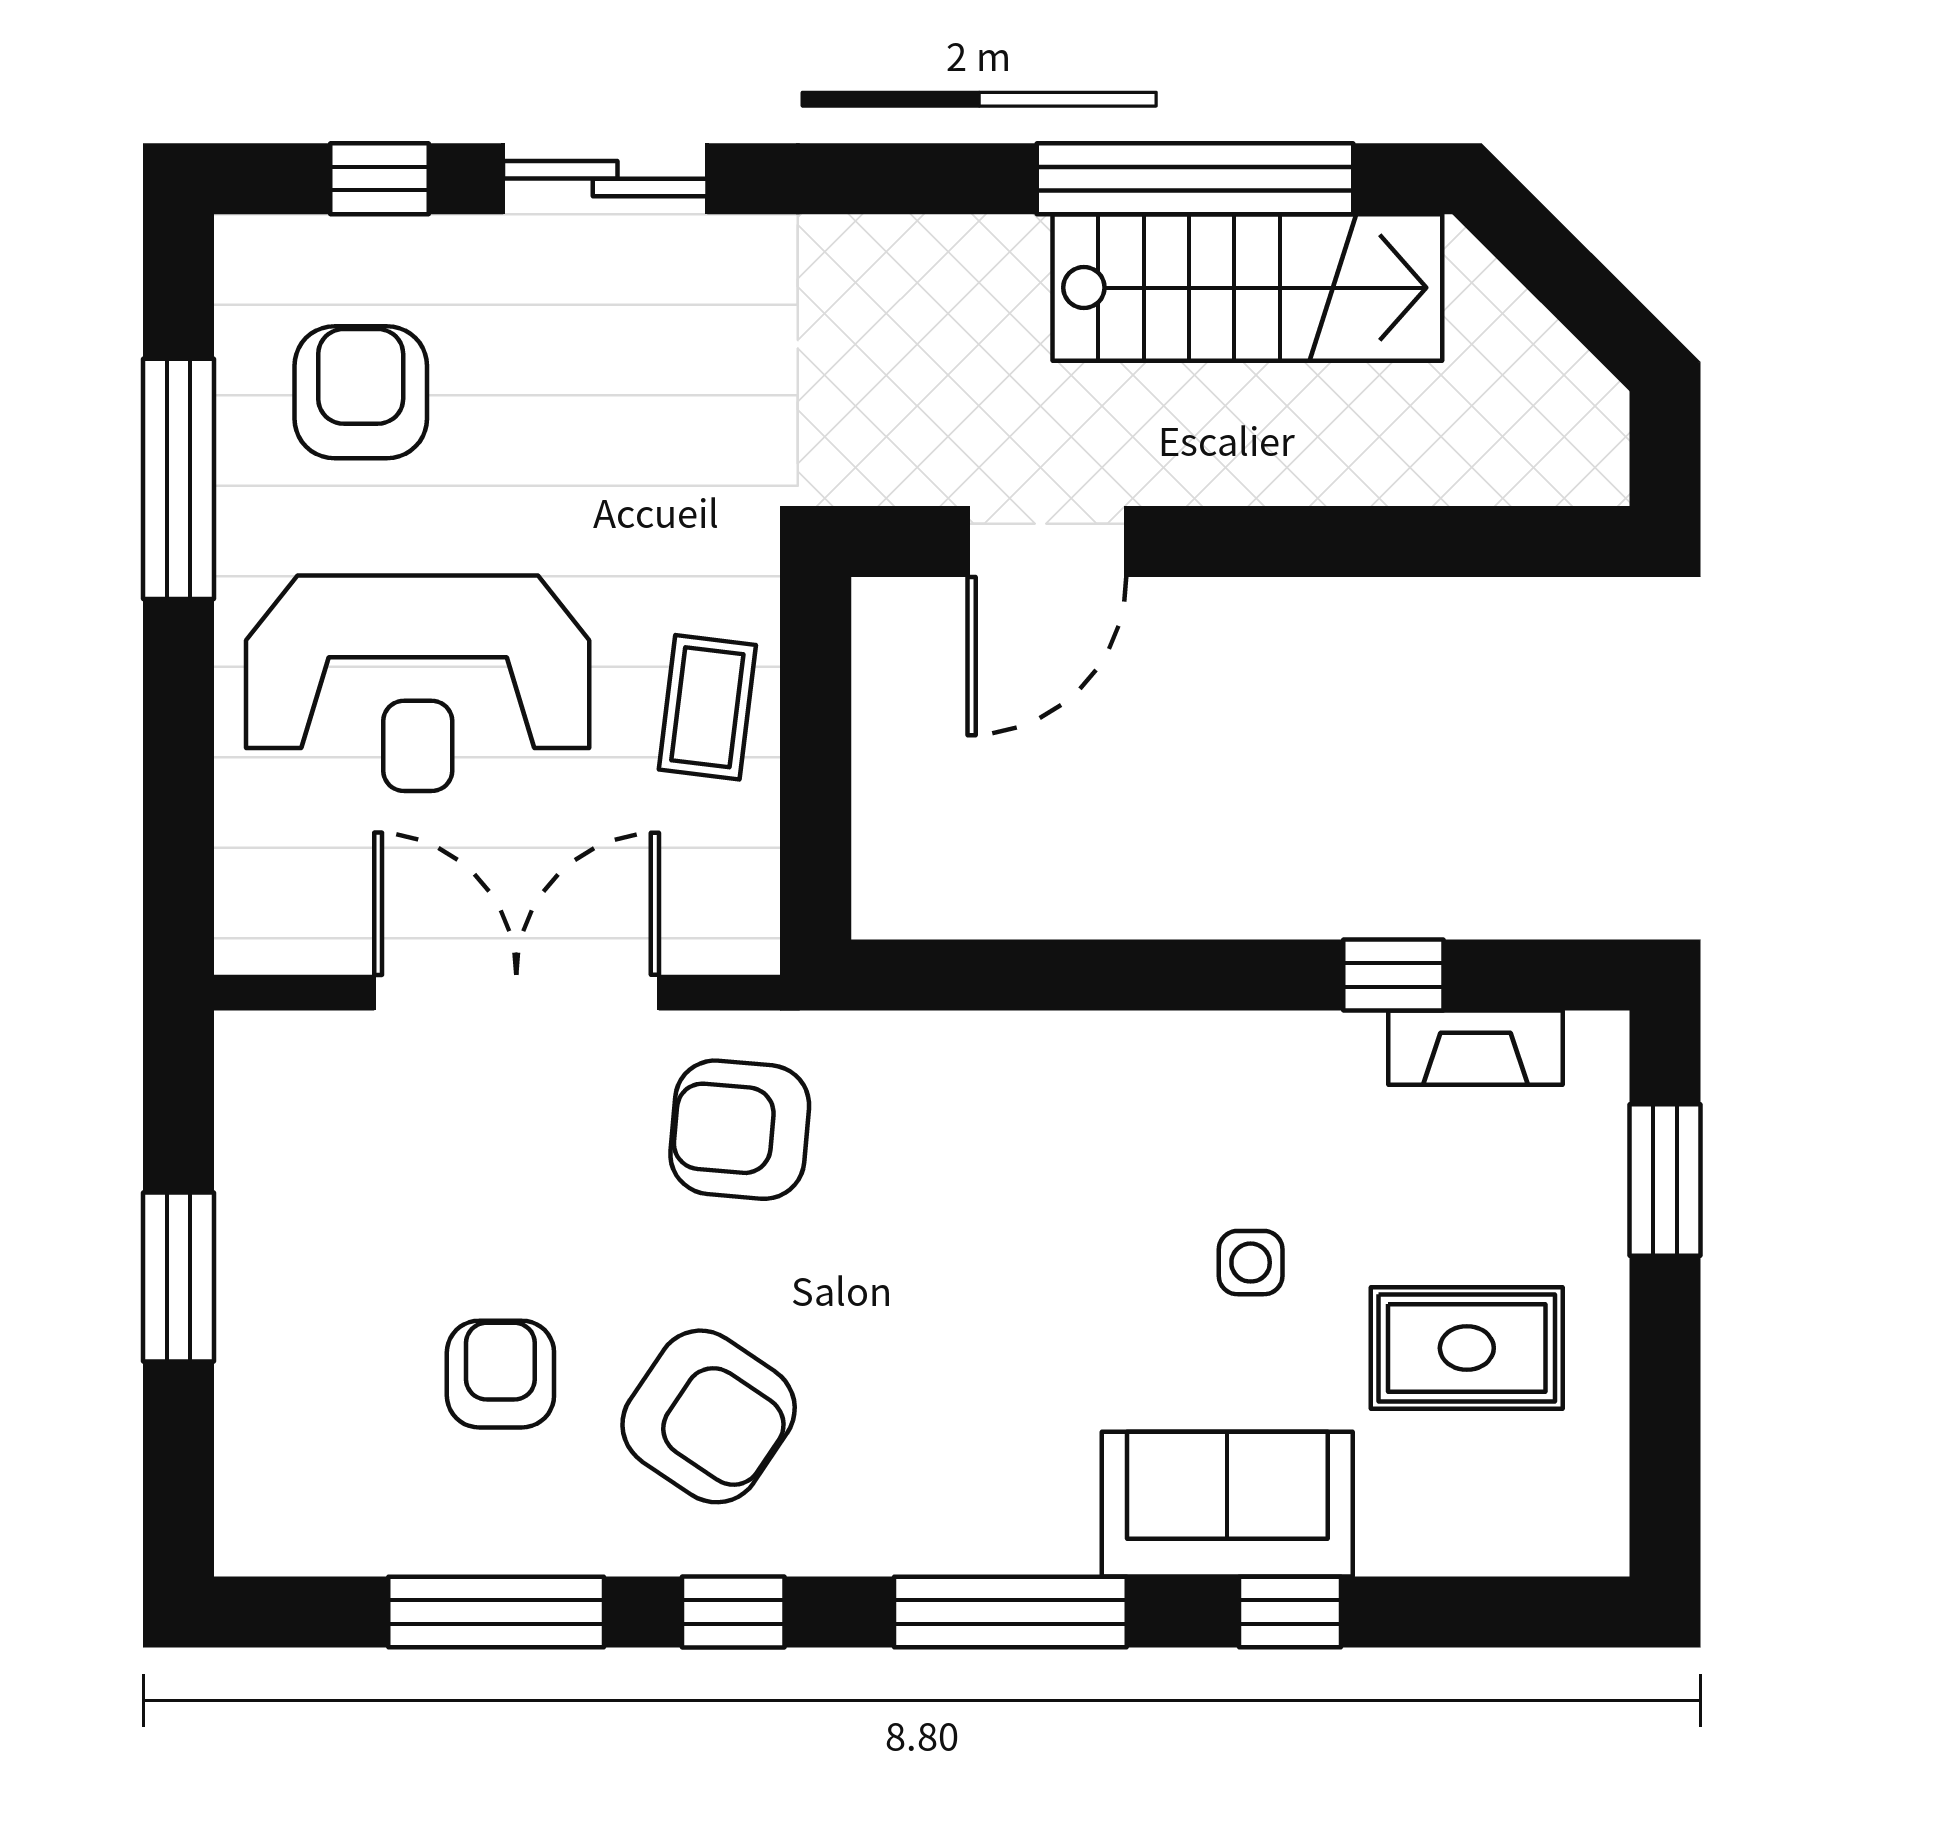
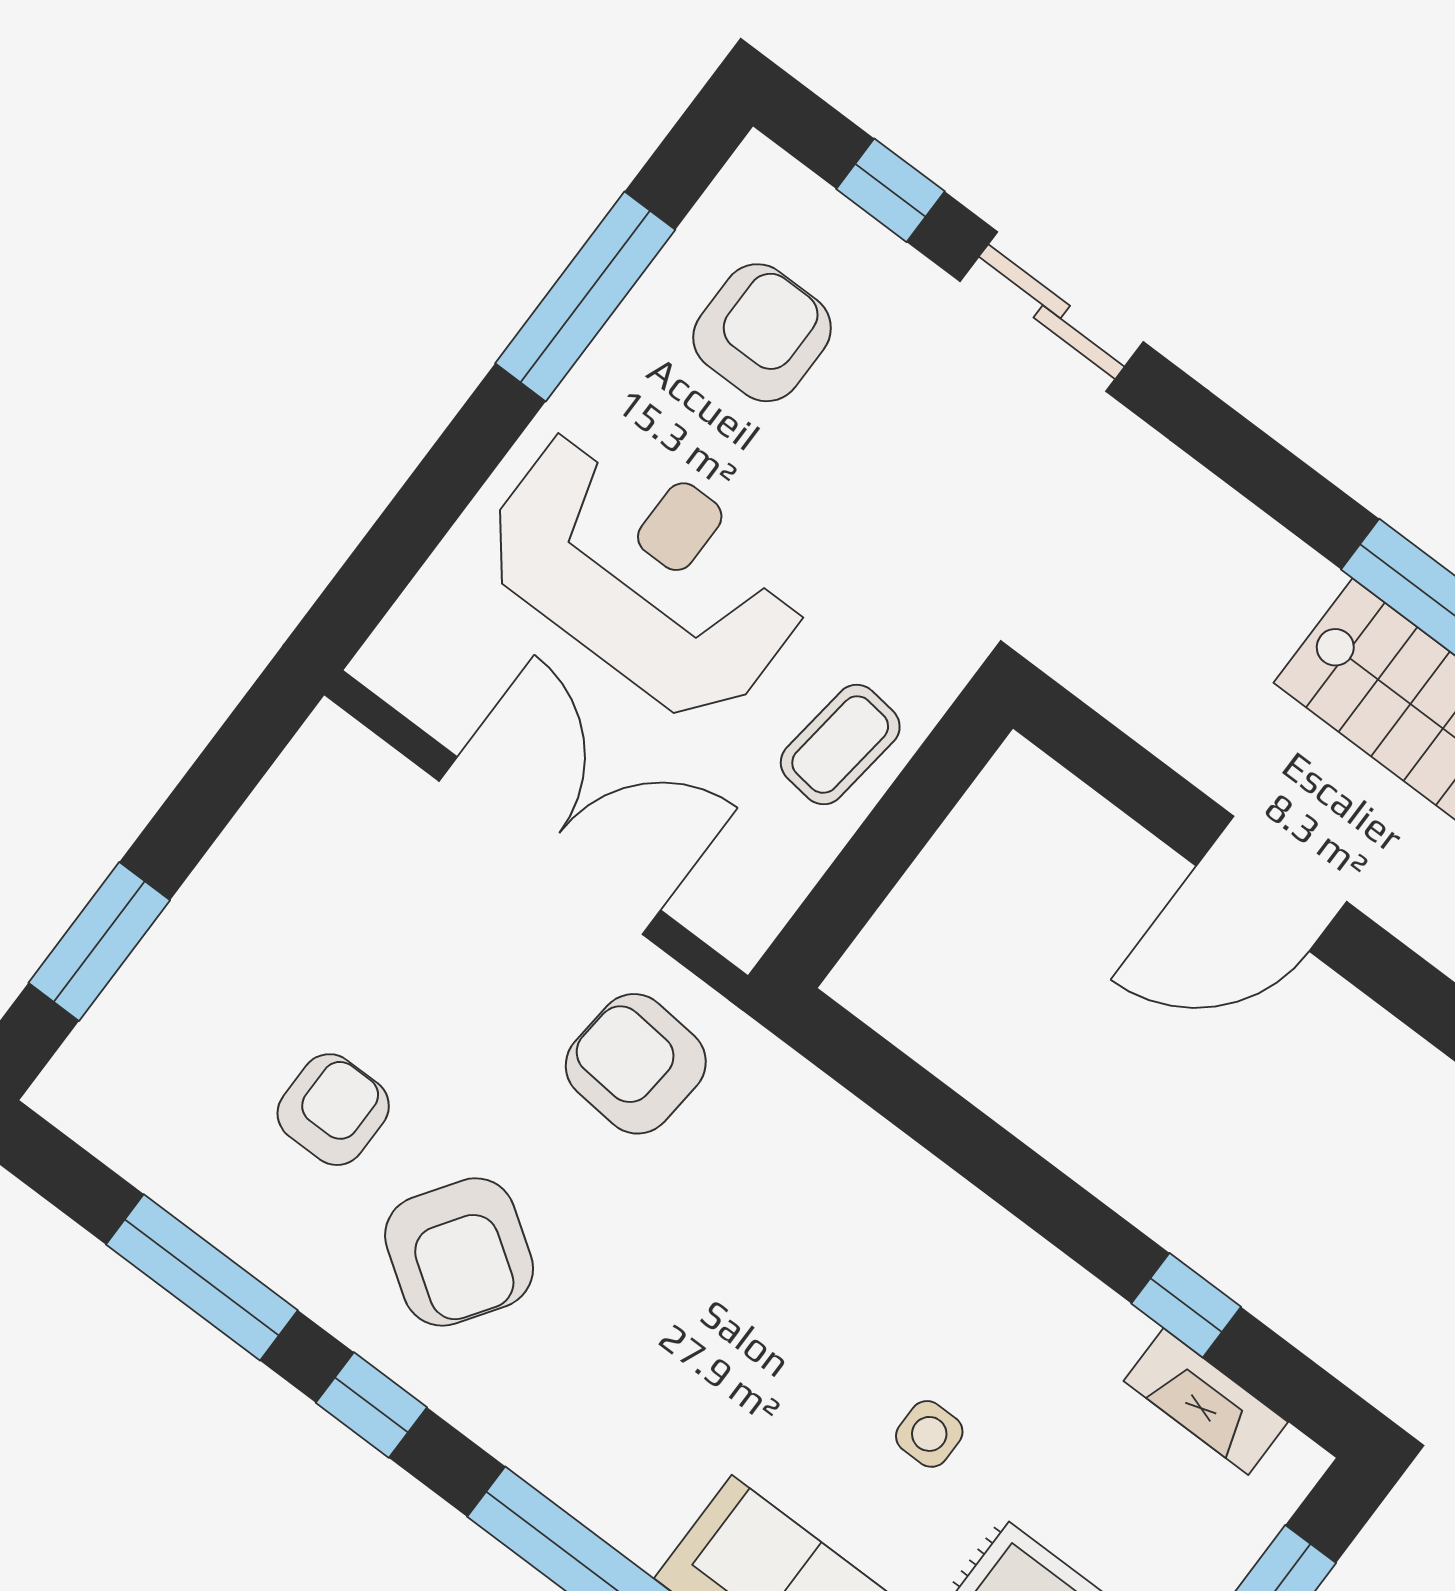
door: (1047, 541) -> (1271, 884), moved
reception desk: (418, 683) -> (646, 571), turned 180
window: (179, 1277) -> (99, 941), moved

